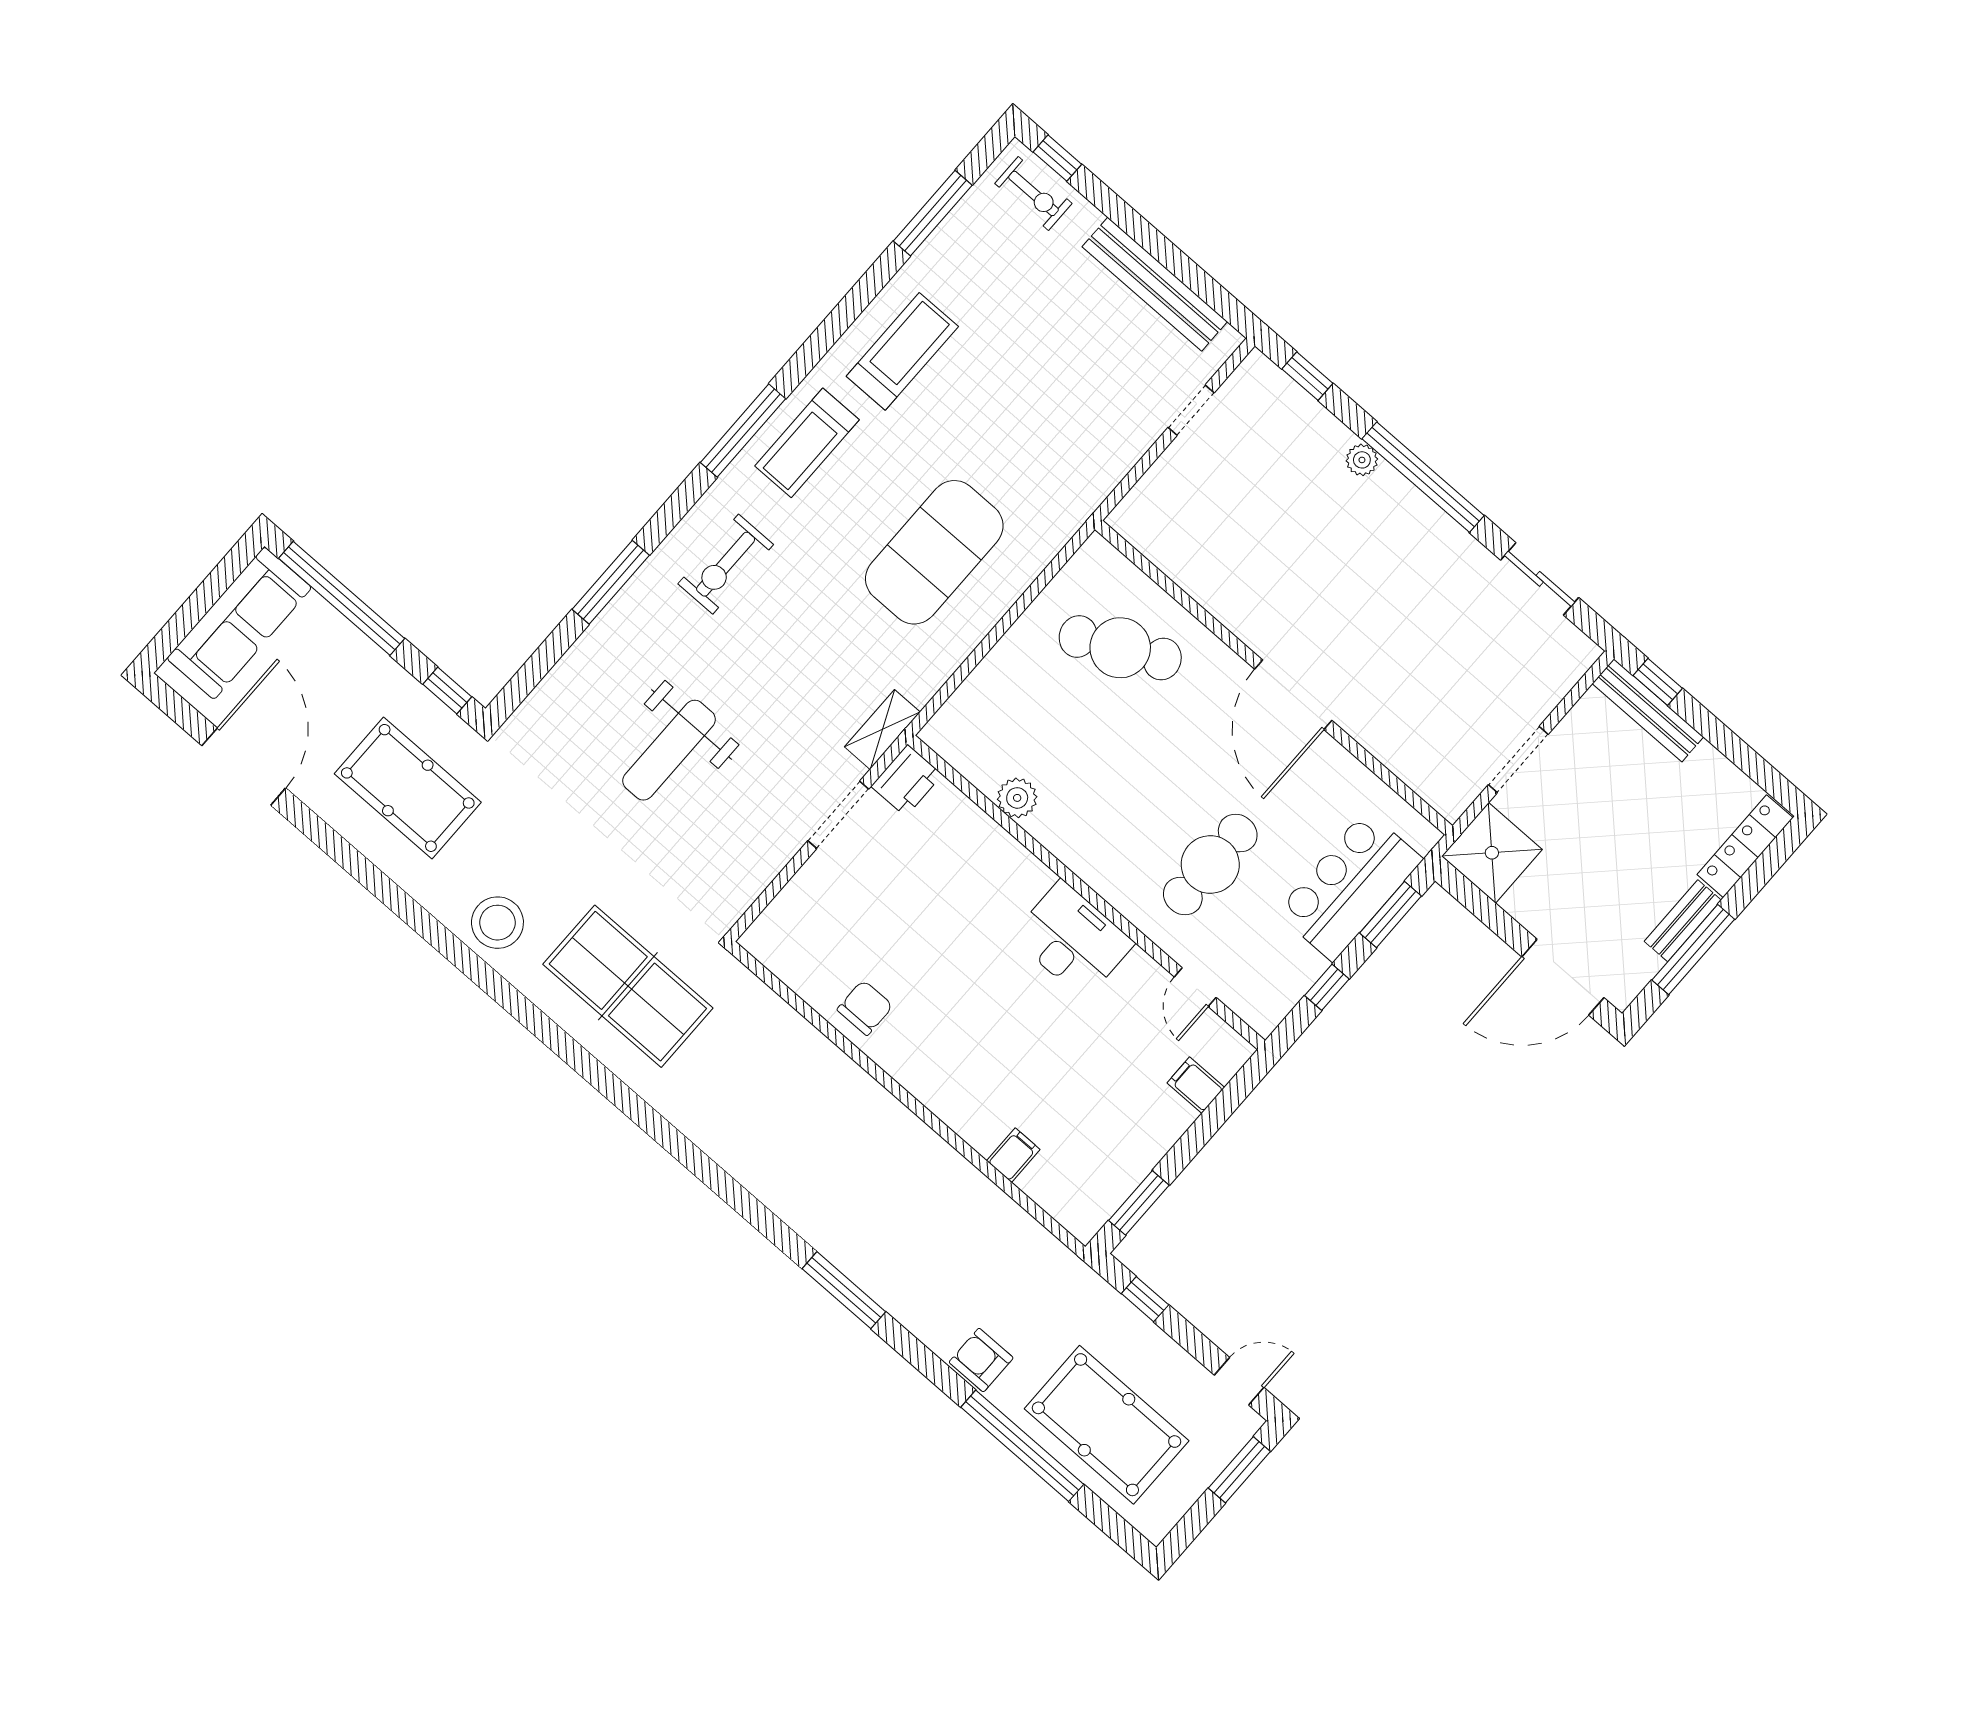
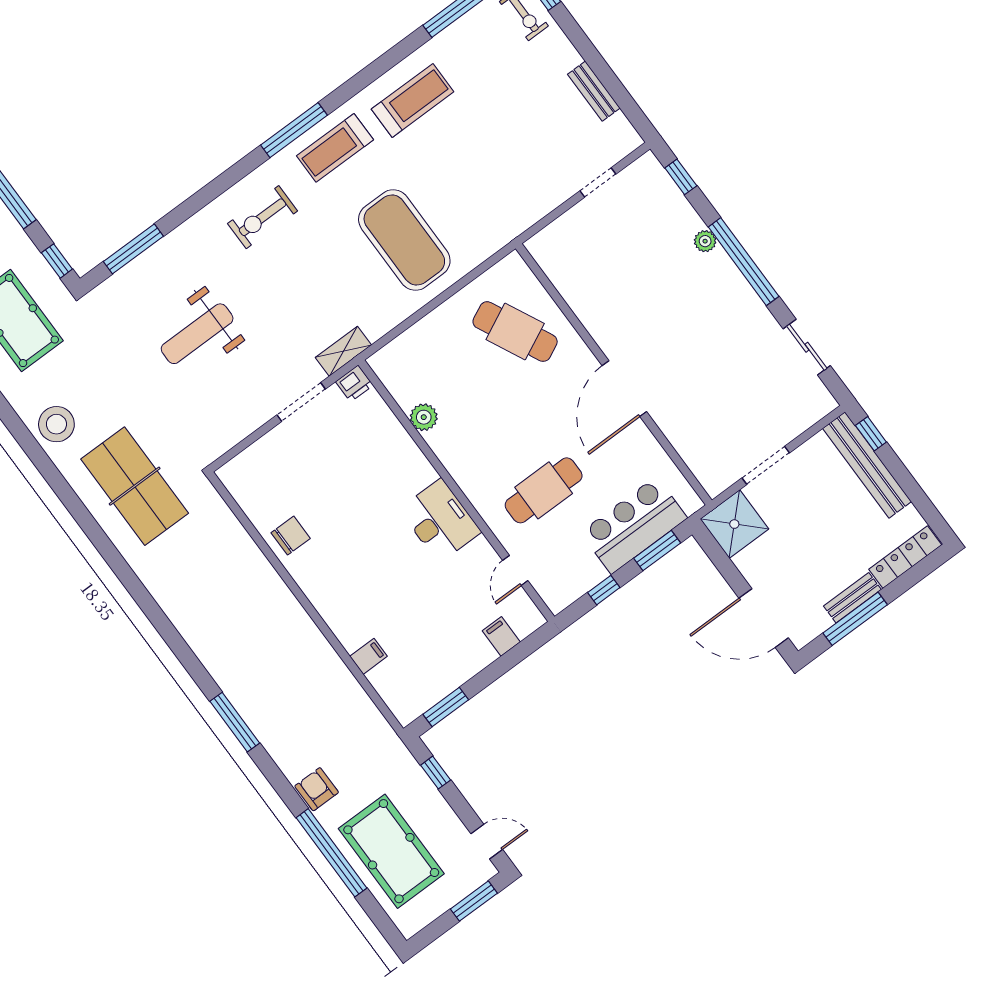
bench: (1155, 284) -> (594, 91), width x0.54, depth x0.82
exercise mat: (934, 552) -> (404, 240), turned 90
window: (611, 582) -> (133, 249), moved
bench: (1648, 710) -> (867, 465), width x1.37, depth x1.21
printer: (907, 780) -> (354, 384), width x0.73, depth x0.81

